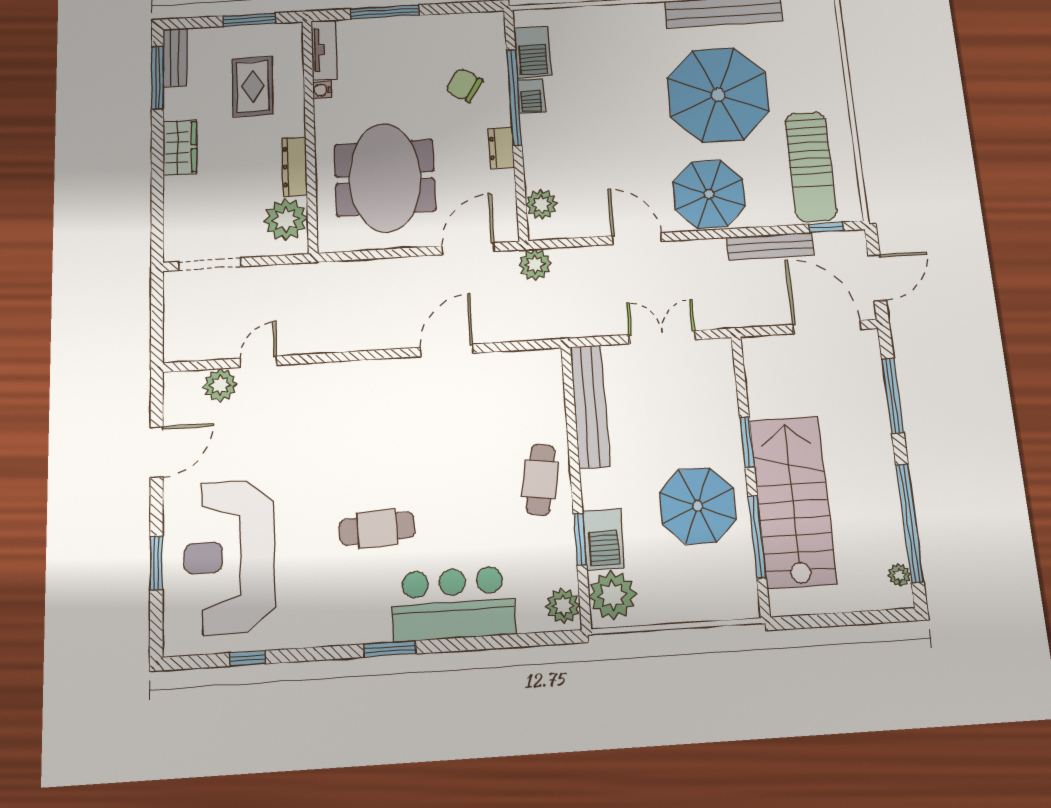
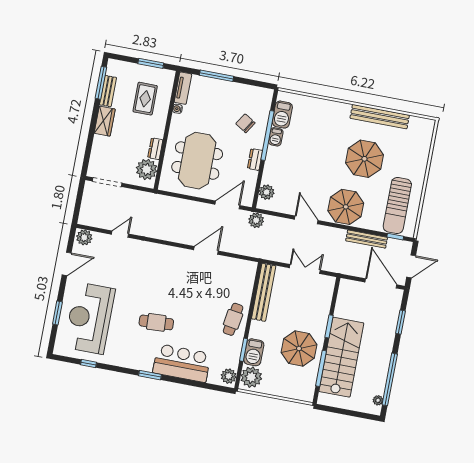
bench: (175, 58) -> (108, 91), moved
parasol: (718, 95) -> (364, 159), width x0.73, depth x0.73
dresser: (294, 167) -> (155, 149), width x0.70
plant: (220, 385) -> (84, 237), moved
window: (893, 396) -> (401, 322), width x0.69

